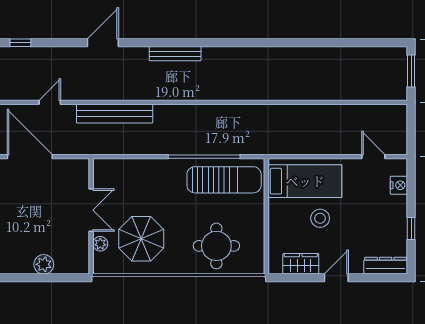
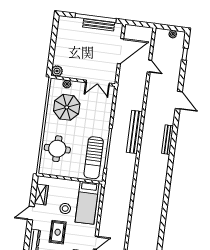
bench: (115, 114) -> (134, 132), moved
double door: (91, 210) -> (98, 83), moved
rug: (364, 226) -> (58, 232), added
plant: (44, 264) -> (57, 71), moved
door: (336, 278) -> (31, 213), swing flipped

